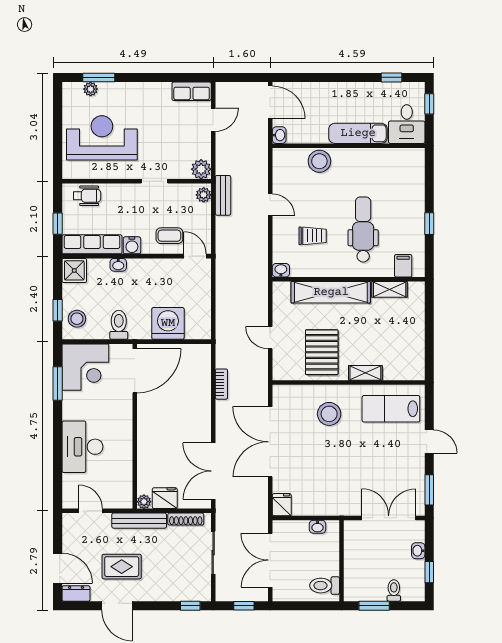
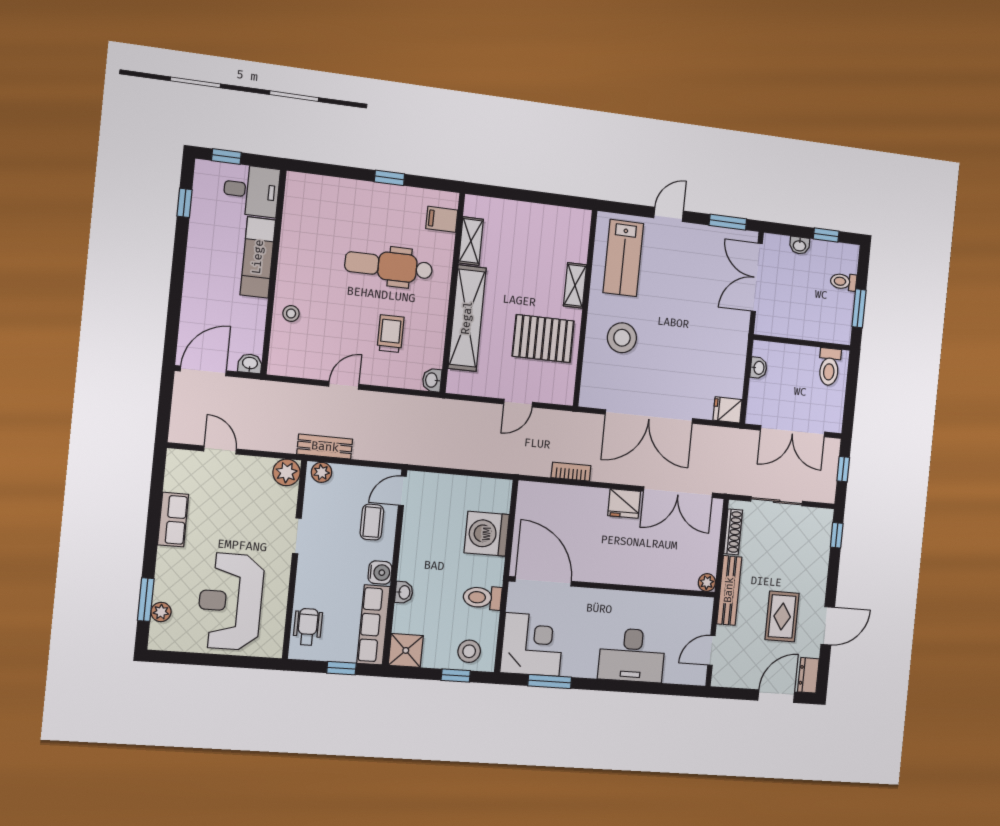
row of seats: (192, 91) -> (173, 520), moved
stool: (319, 161) -> (291, 313), width x0.53, depth x0.53
fridge: (165, 498) -> (624, 504), moved, turned -90

